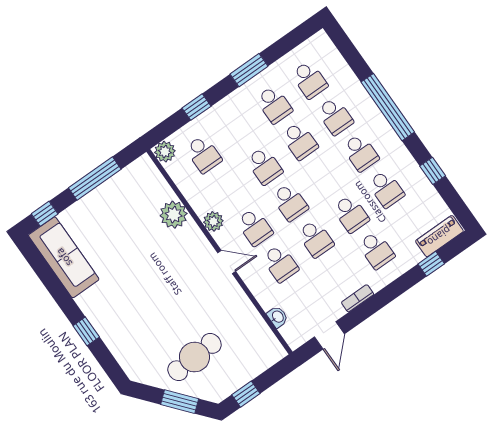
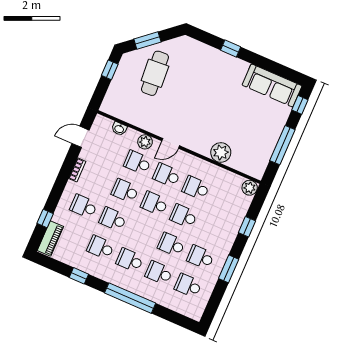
school desk: (203, 154) -> (196, 188), moved
plant: (213, 221) -> (145, 142), moved
door: (329, 335) -> (81, 137), hinge flipped

